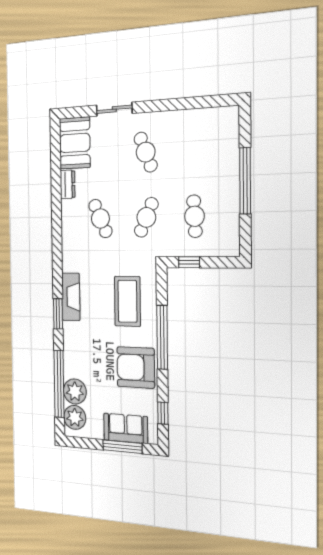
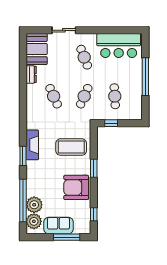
bar counter: (200, 129) -> (119, 46), added
coffee table: (127, 301) -> (71, 147), turned 90
window: (162, 337) -> (94, 168), width x0.47
sofa: (126, 428) -> (58, 226), moved

